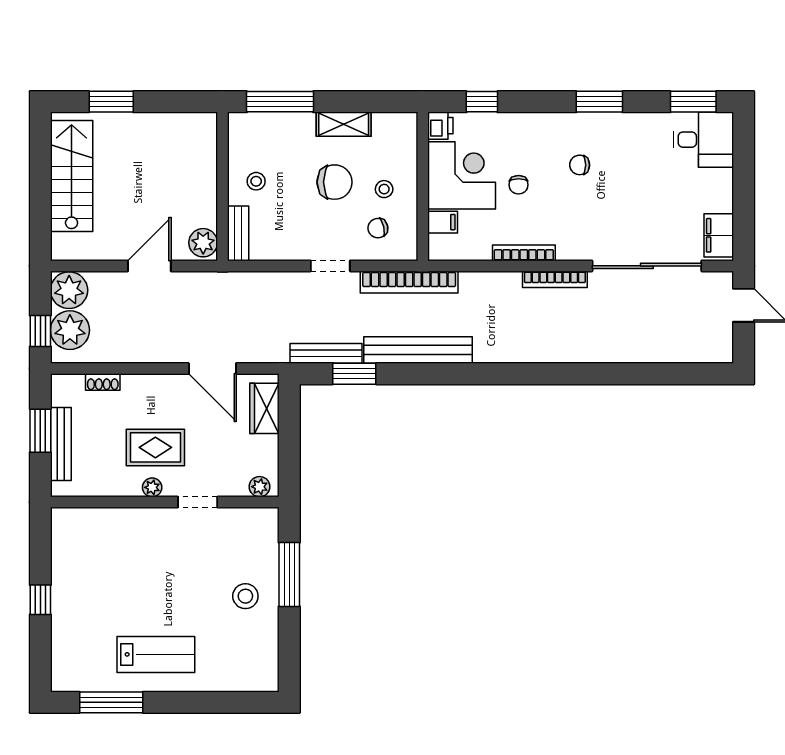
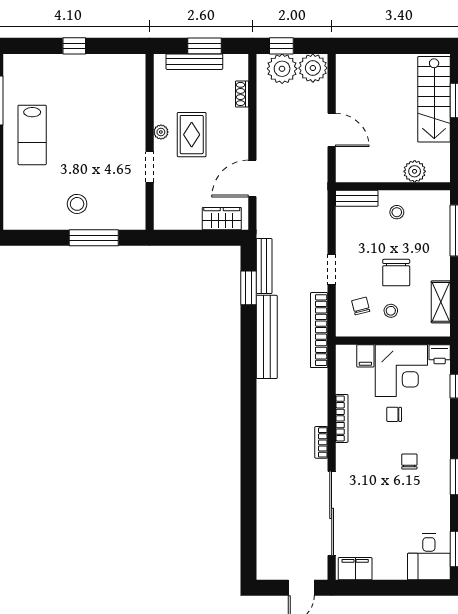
shelving: (344, 124) -> (441, 302), moved
stairs: (72, 176) -> (434, 99), moved, turned 90
plant: (203, 243) -> (415, 171), moved
bookcase: (555, 279) -> (321, 442), width x0.64
plant: (260, 487) -> (161, 215), removed

